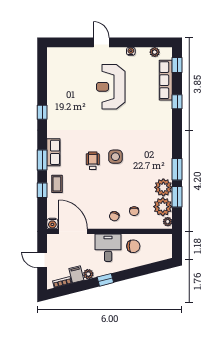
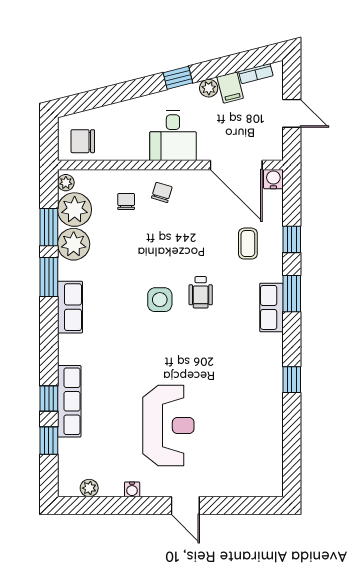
window: (177, 65) -> (49, 441), moved
row of seats: (166, 80) -> (69, 401), moved
row of seats: (165, 152) -> (70, 307), added
coffee table: (57, 184) -> (248, 244), moved
chair: (133, 246) -> (83, 141), moved

